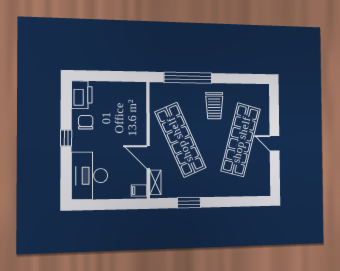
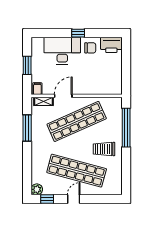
desk: (90, 176) -> (62, 51), moved
window: (275, 176) -> (47, 199), added
plant: (264, 189) -> (37, 189), added
window: (189, 203) -> (27, 128), width x1.44
window: (109, 204) -> (27, 65), added

